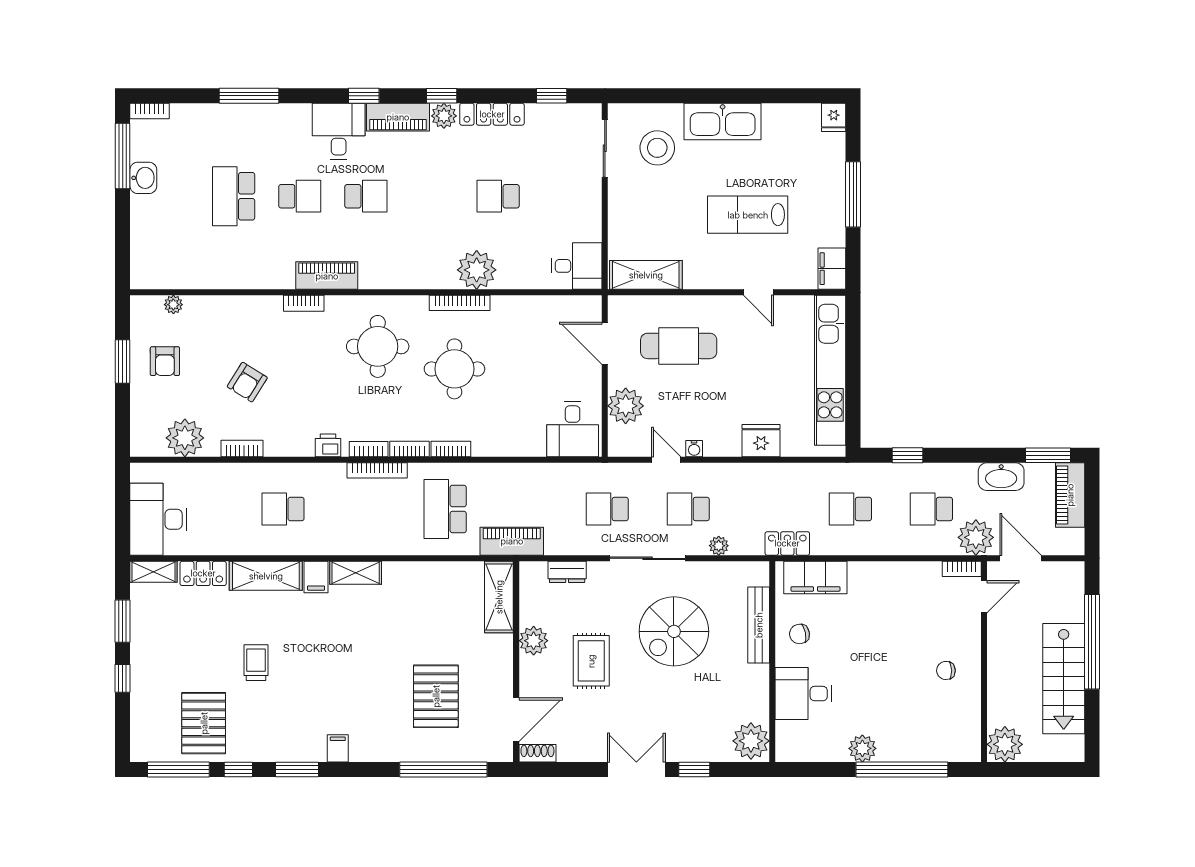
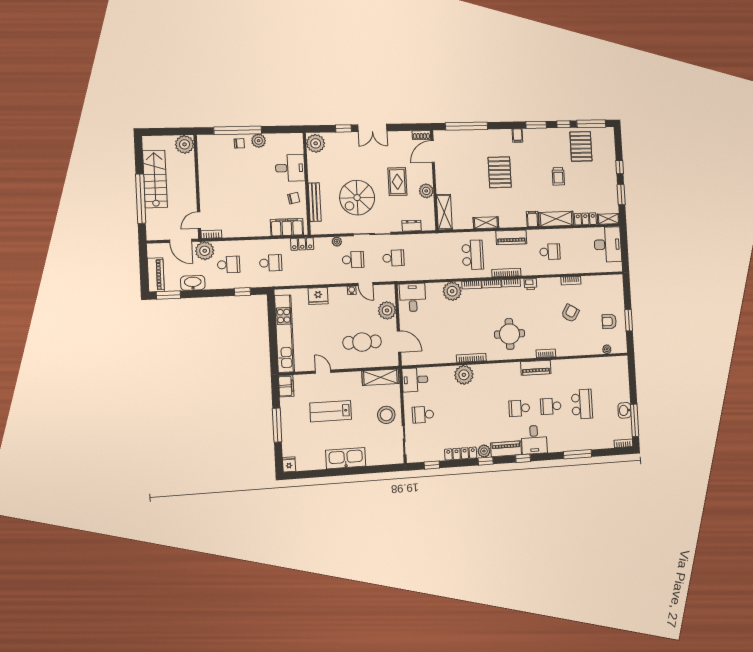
stool: (657, 148) -> (386, 415), moved
school desk: (498, 196) -> (423, 415), moved, turned 180
lab bench: (748, 215) -> (331, 411), turned 180
armchair: (165, 361) -> (609, 321), turned -90
round table: (454, 369) -> (472, 325), removed
plant: (185, 438) -> (452, 291), moved
piano: (512, 541) -> (511, 237), moved
shelving: (356, 573) -> (486, 223), moved
spiral stairs: (674, 631) -> (357, 198), turned 180
chair: (946, 670) -> (239, 143), moved
pallet: (436, 696) -> (500, 172), moved

